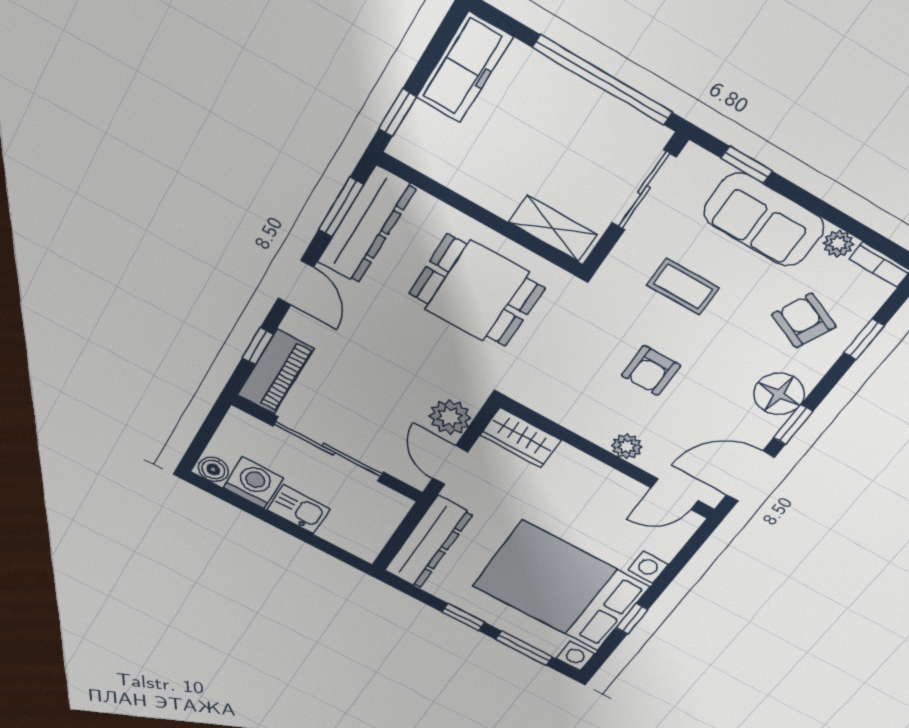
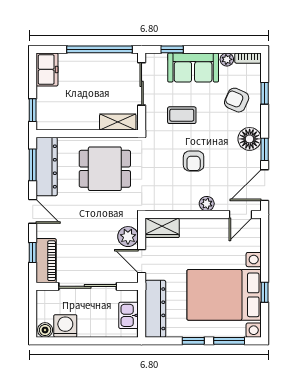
freezer: (464, 67) -> (47, 69), width x0.71
kitchen sink: (298, 509) -> (128, 315), moved, turned -90

